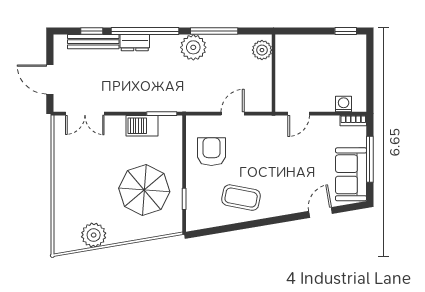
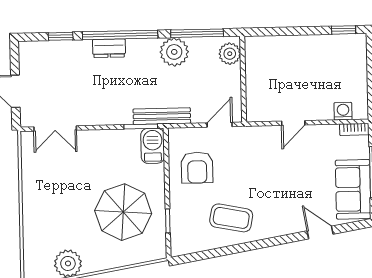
bench: (93, 42) -> (162, 116), moved
plant: (262, 50) -> (230, 54), moved
wall: (274, 73) -> (243, 79), moved
barbecue: (142, 126) -> (153, 146), moved, turned 90
armchair: (211, 152) -> (197, 168), turned 180
door: (321, 212) -> (320, 233), hinge flipped

